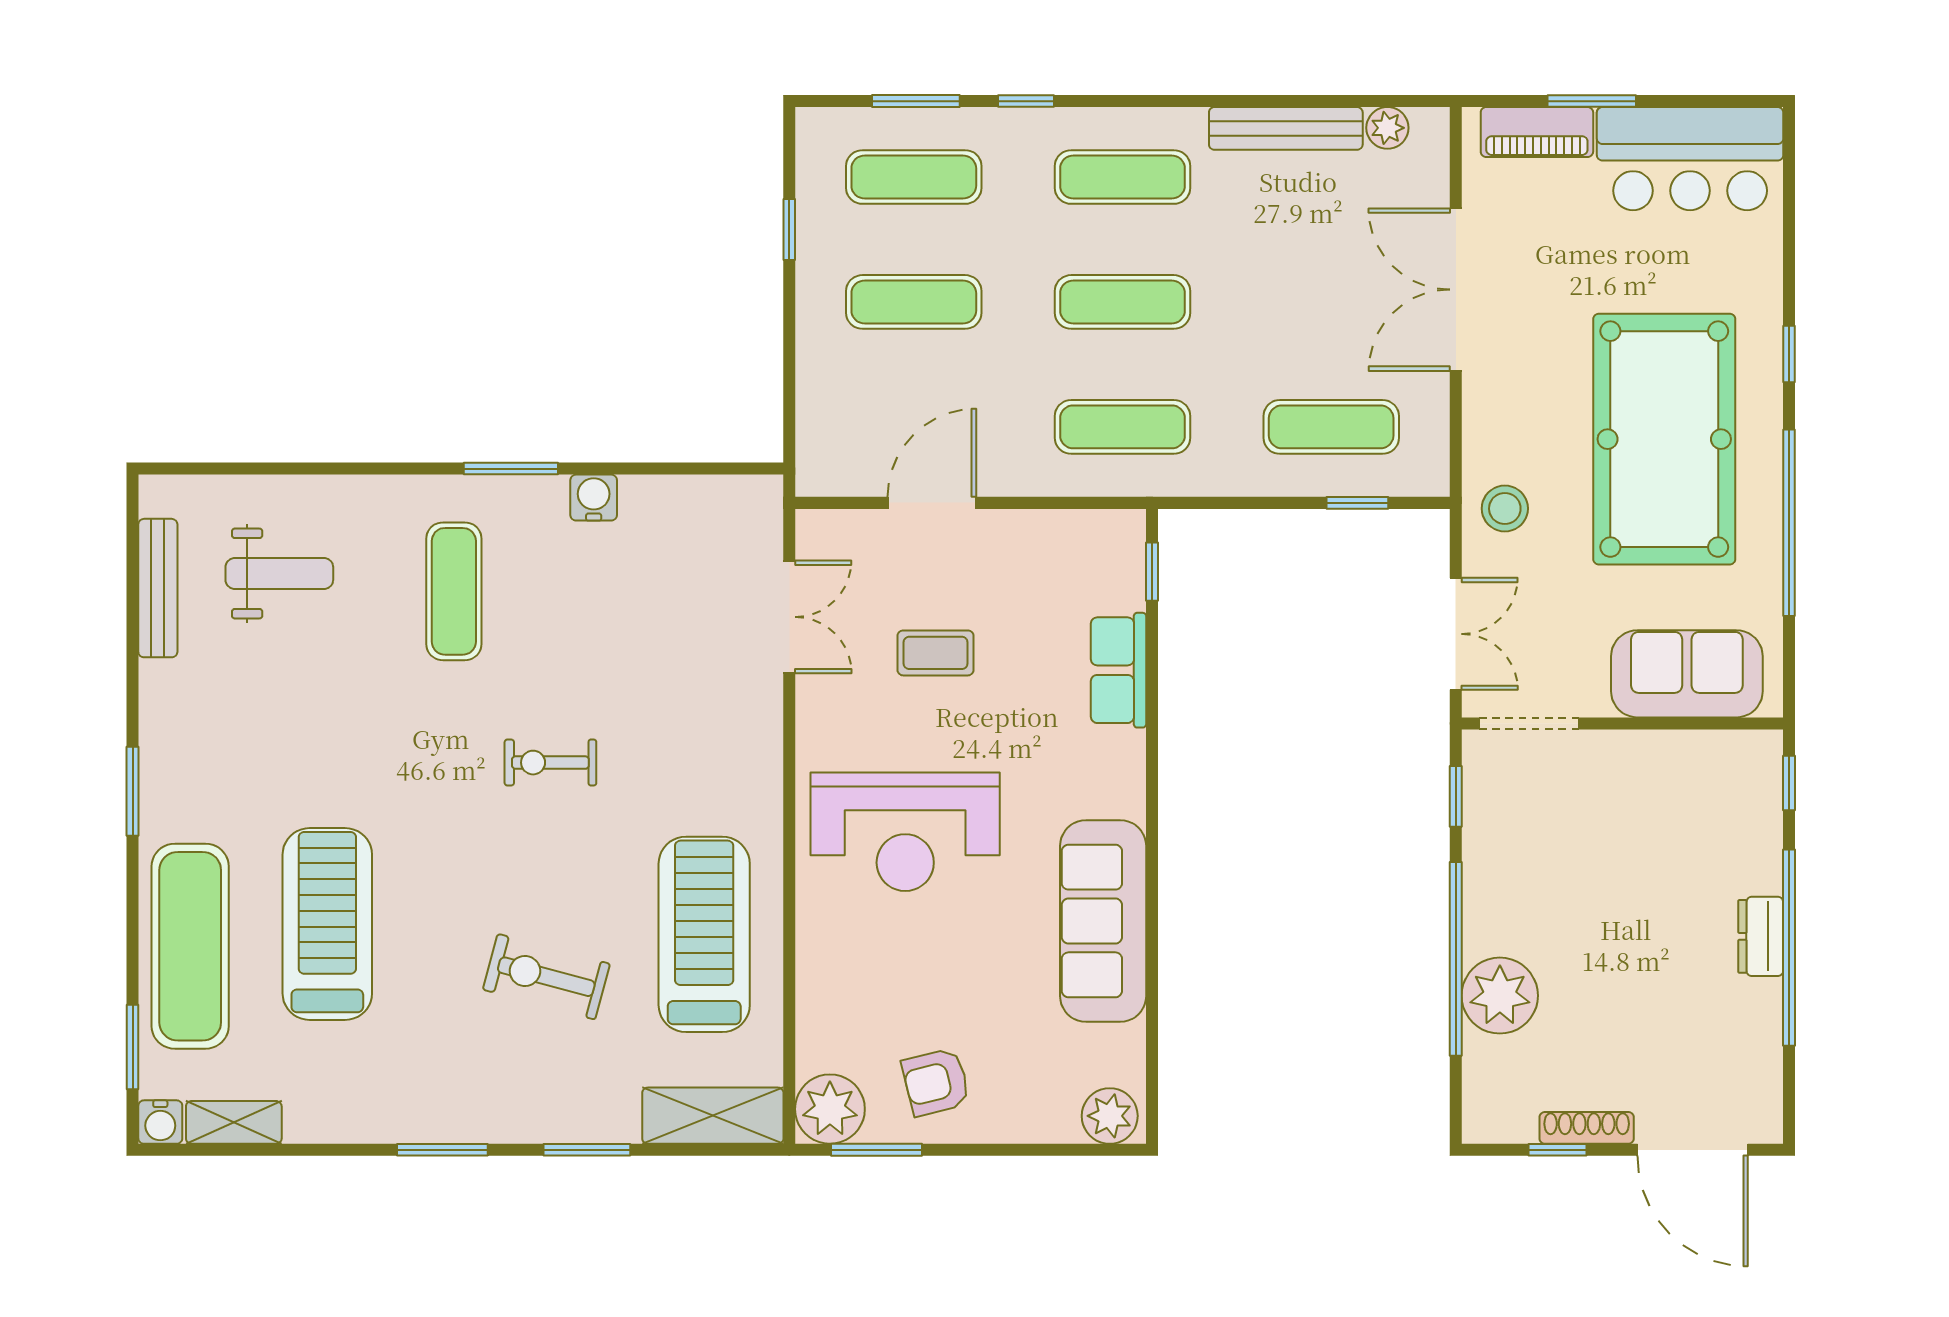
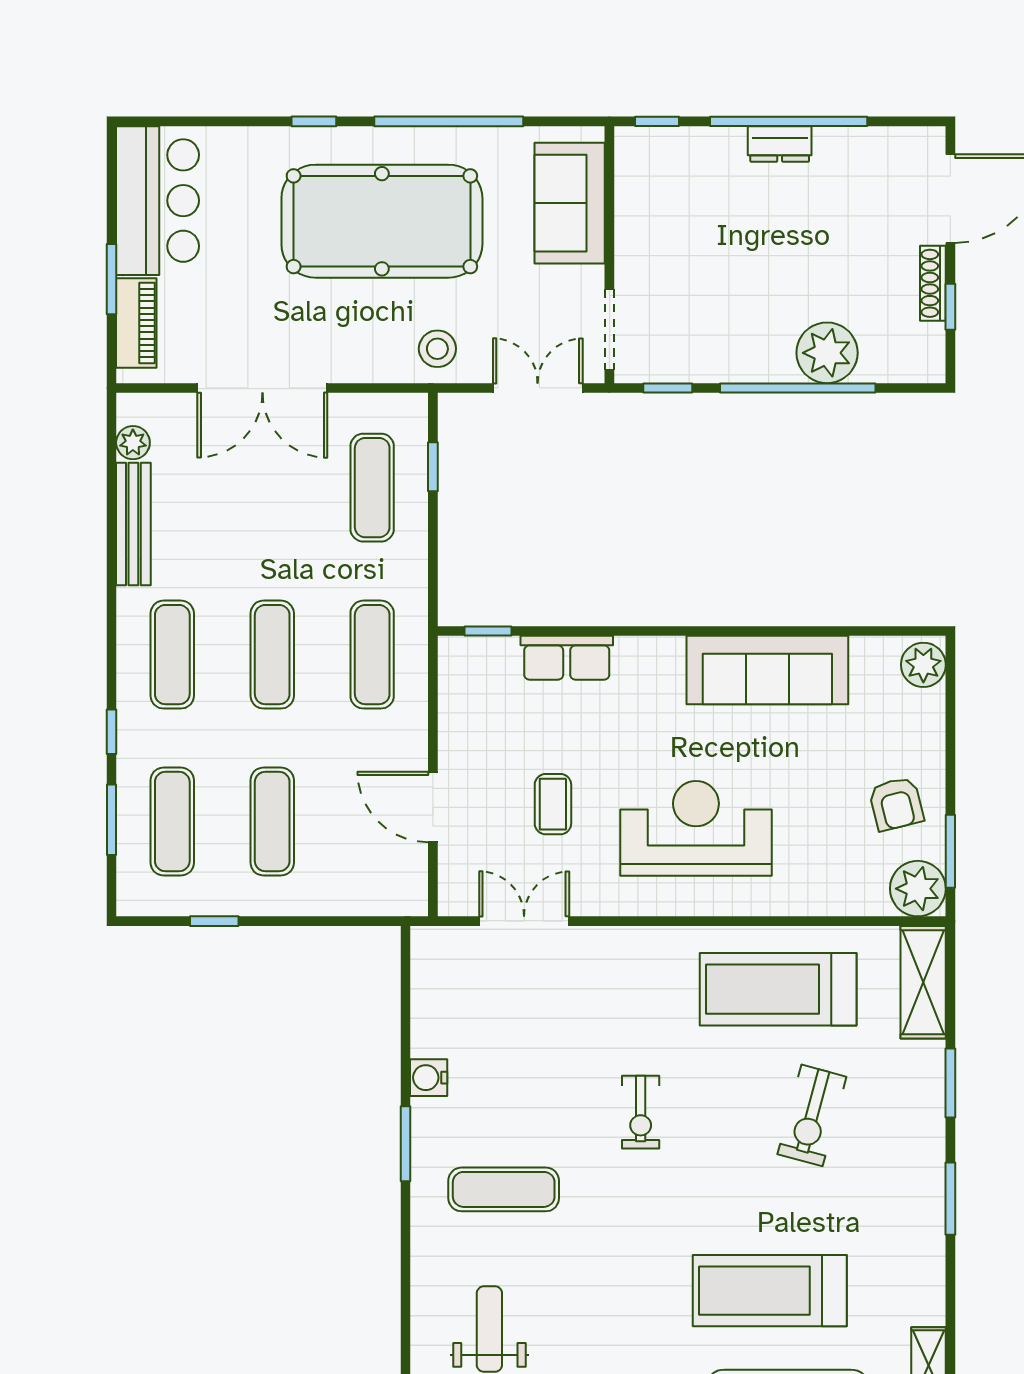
reception desk: (905, 832) -> (696, 828), turned -90

